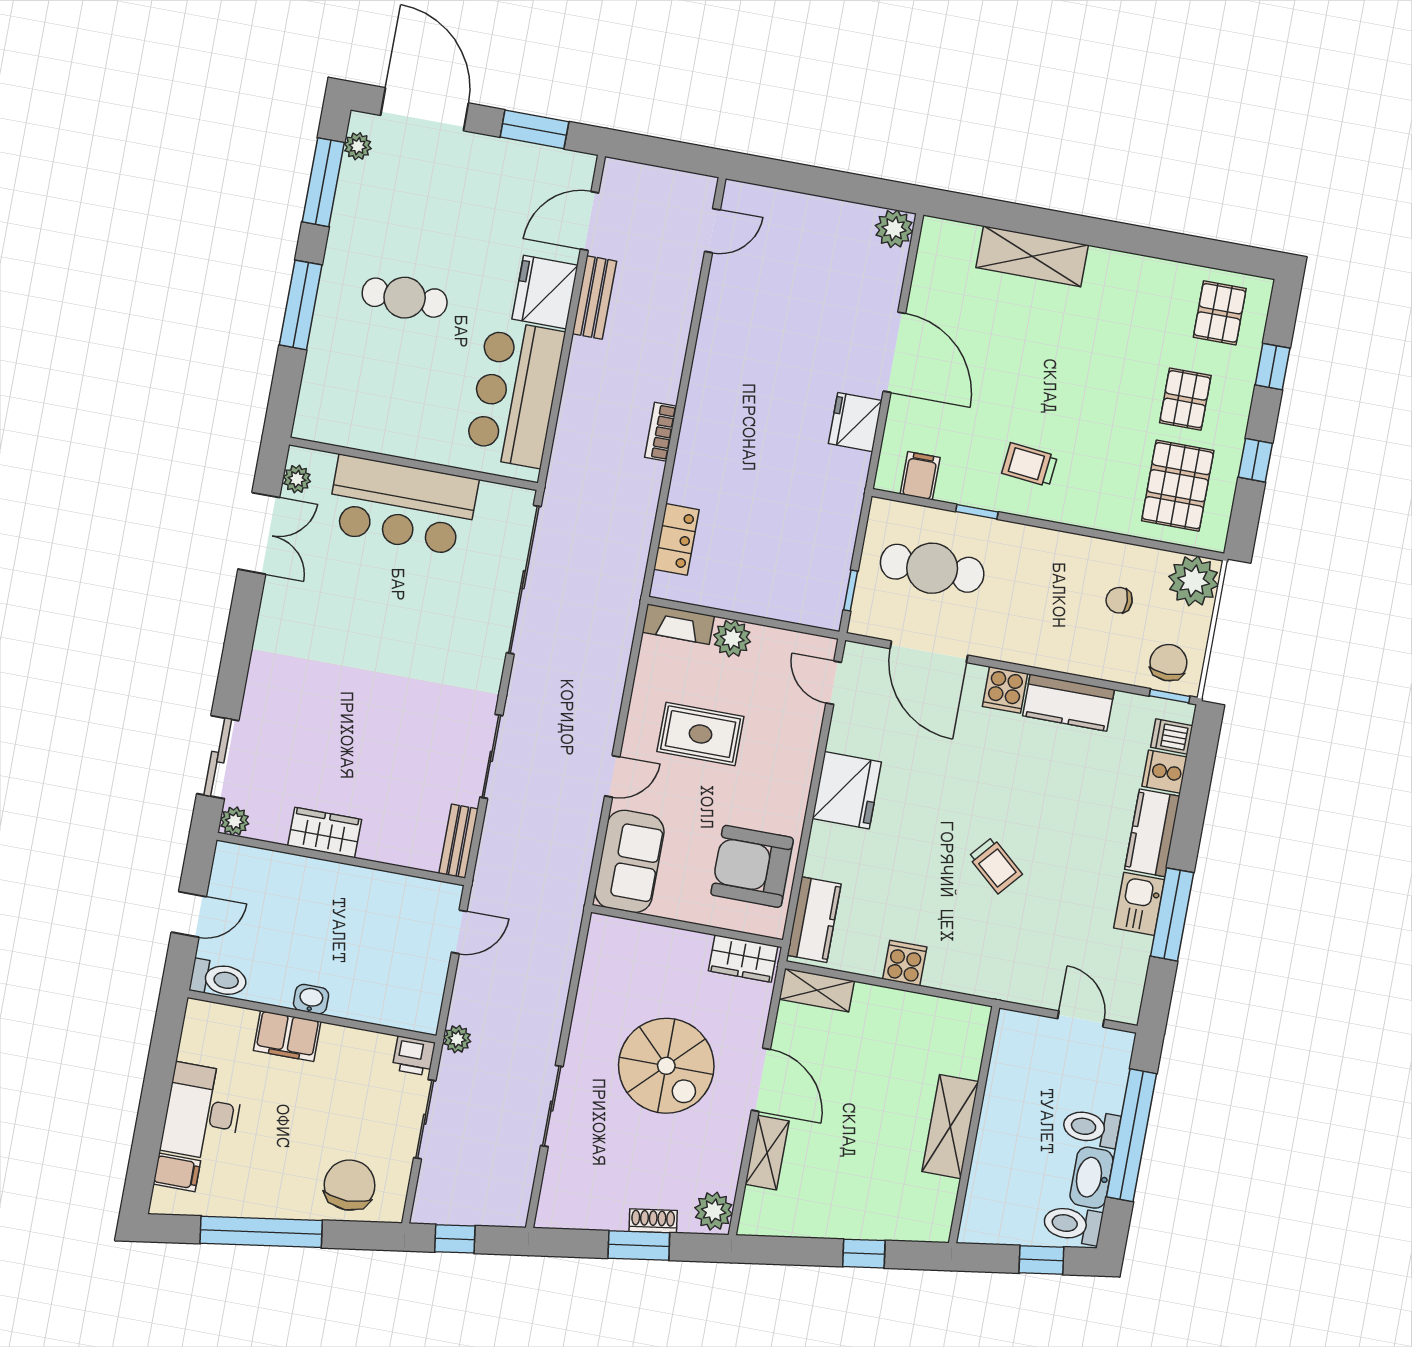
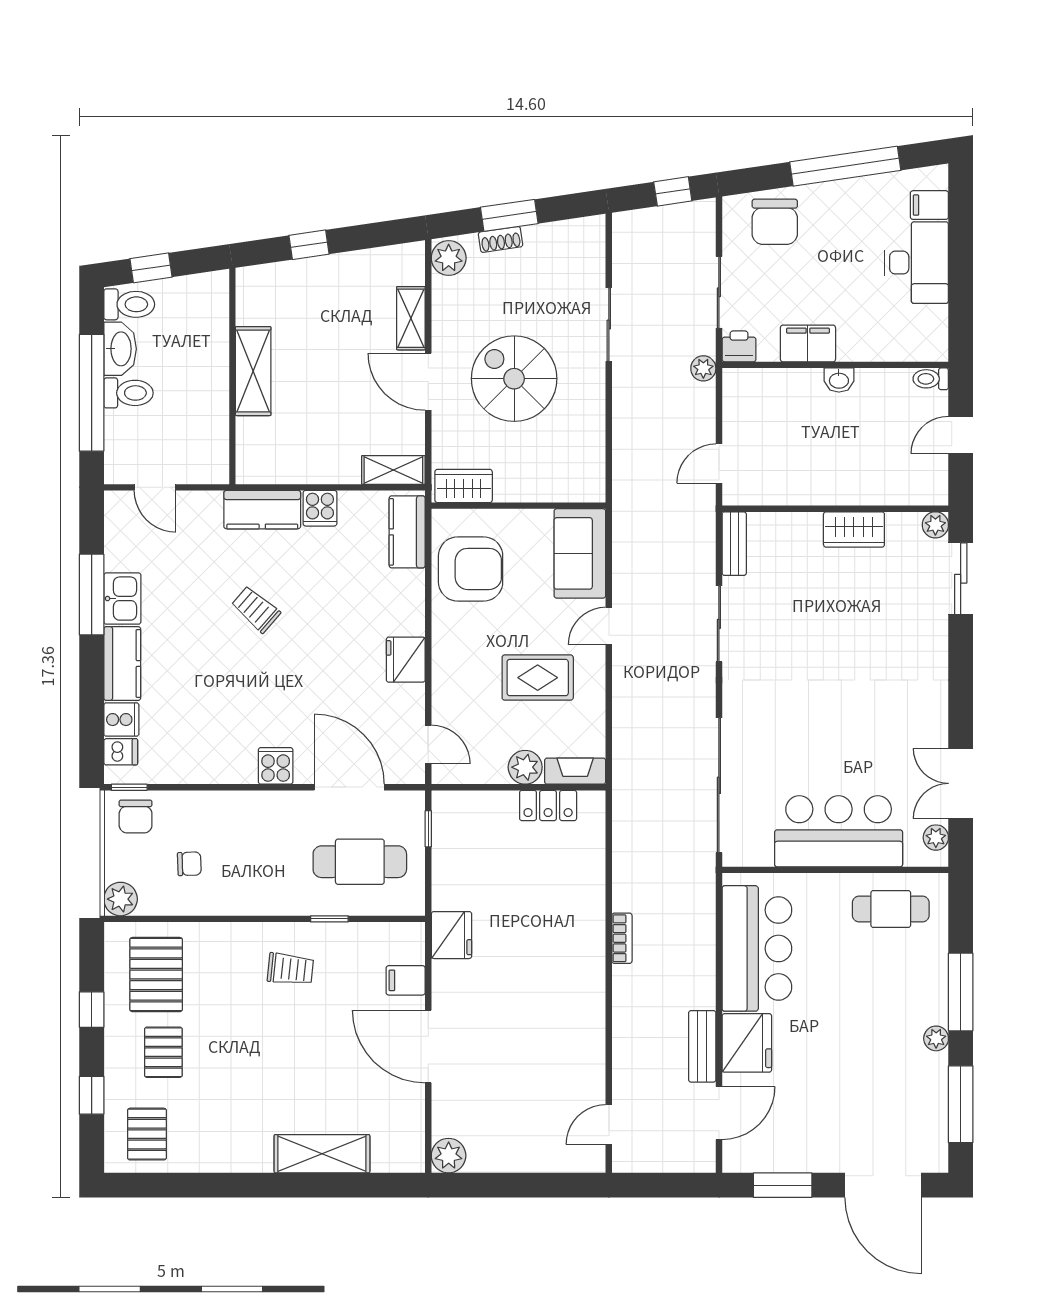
plant: (358, 146) -> (936, 1038), moved
cafe table: (405, 298) -> (891, 909), moved
fridge: (855, 422) -> (451, 935), moved
filing cabinet: (920, 476) -> (406, 980), moved, turned 90
locker: (676, 539) -> (548, 806), moved, turned -90
plant: (1194, 581) -> (121, 899), width x0.73, depth x0.73
kitchen counter: (1069, 703) -> (262, 510), moved, turned 180
fridge: (847, 790) -> (406, 660), width x0.73, depth x0.75
toilet: (219, 979) -> (931, 379), width x0.73, depth x0.72
filing cabinet: (287, 1036) -> (808, 343), moved

